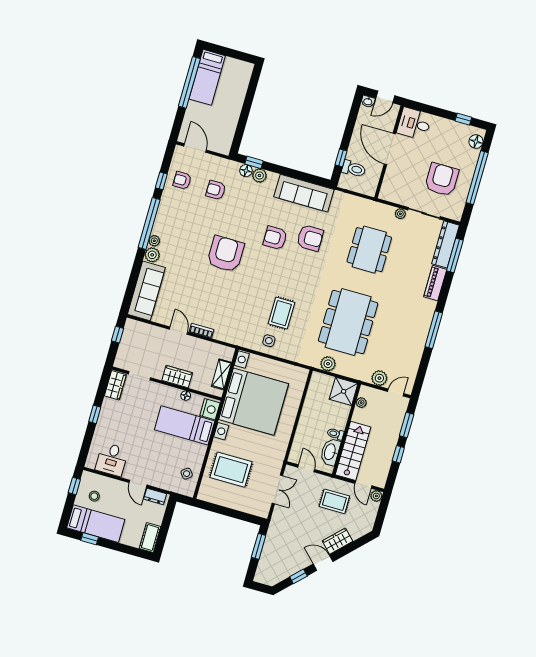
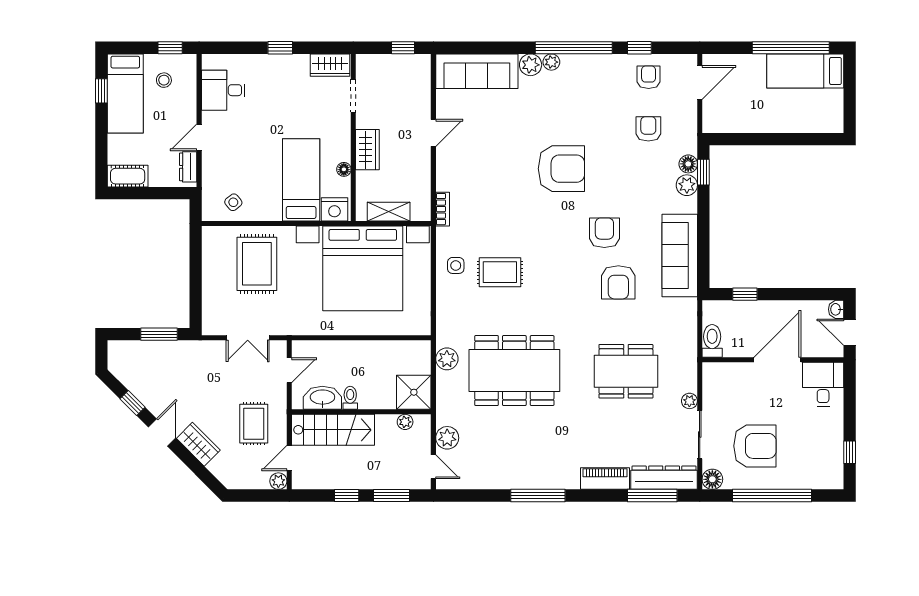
floor lamp: (476, 142) -> (712, 479), moved
toilet: (354, 169) -> (712, 341), moved, turned 180
bookcase: (202, 331) -> (443, 209), moved

